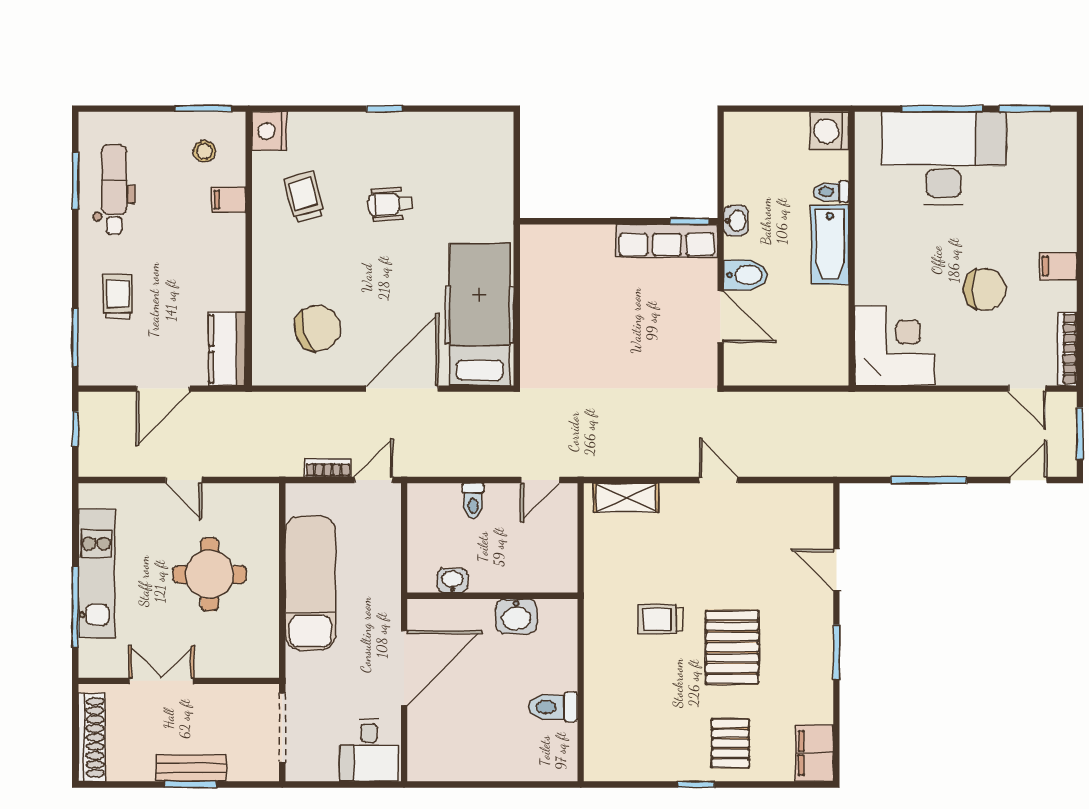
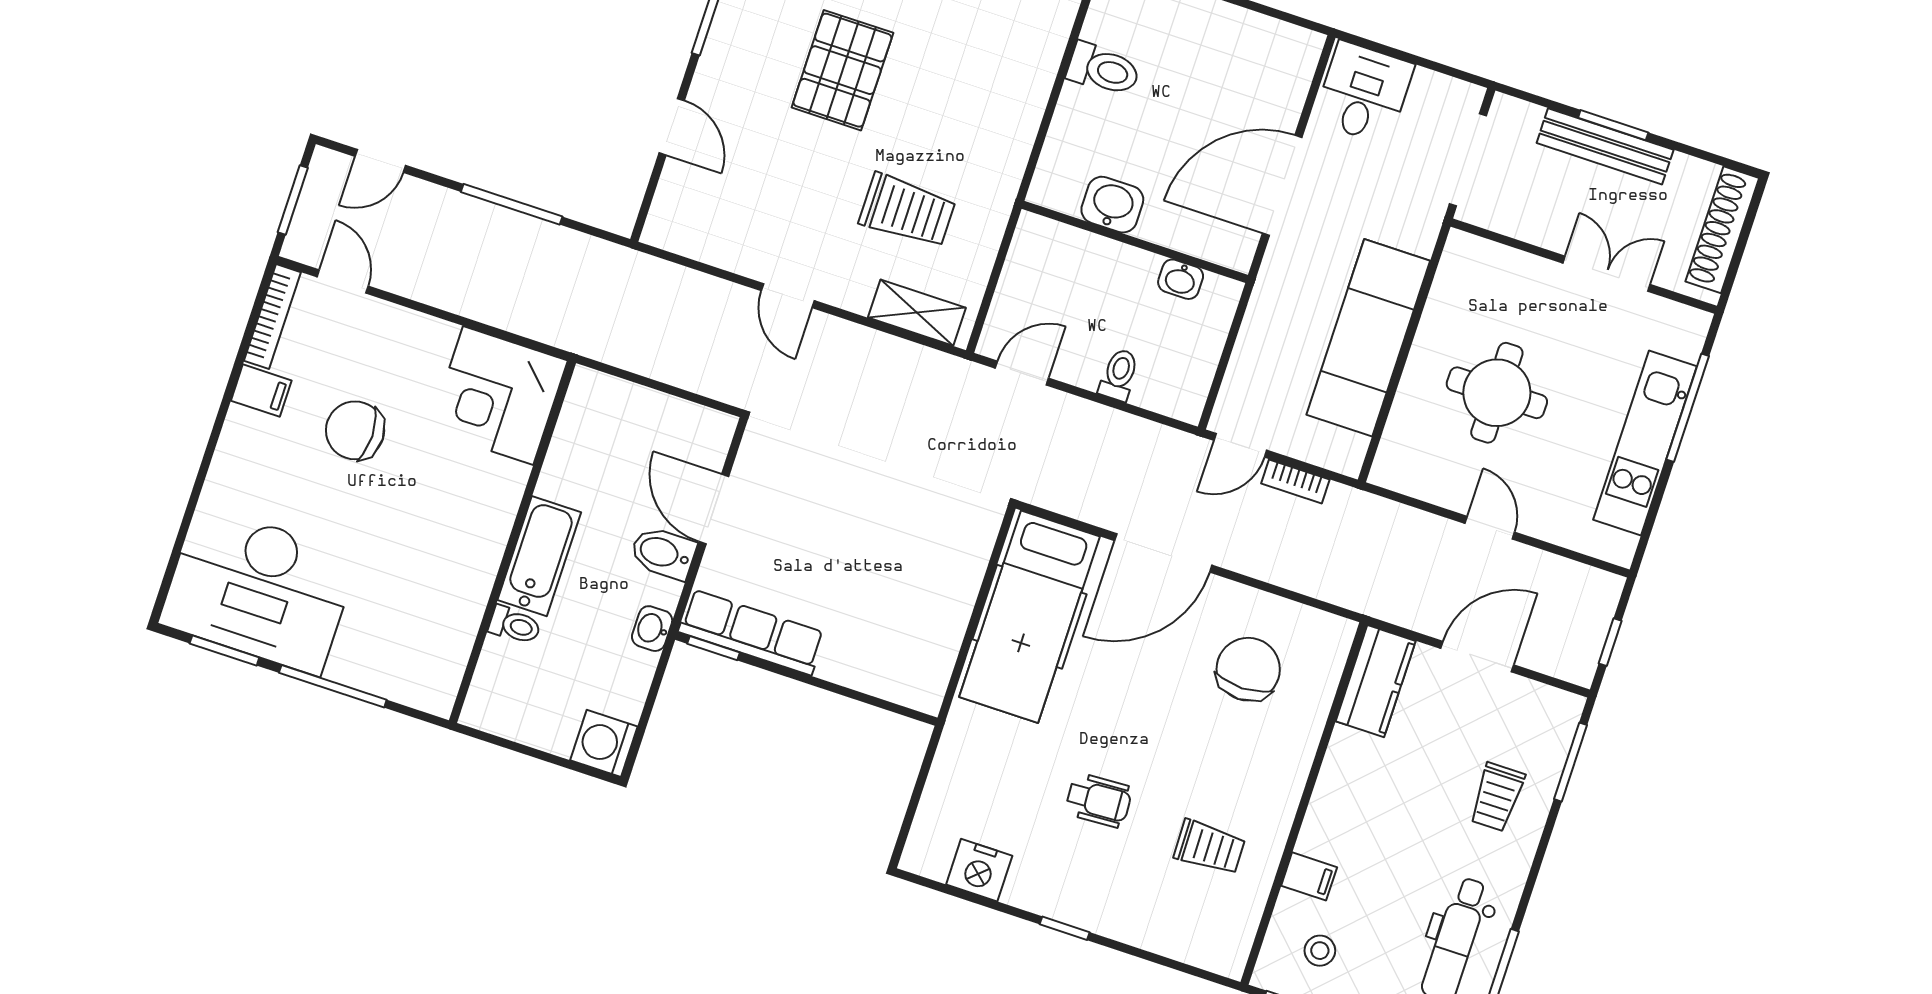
nightstand: (269, 131) -> (979, 870), moved, turned 90
washing machine: (829, 131) -> (604, 743), moved, turned 180
desk: (944, 158) -> (259, 590), moved
trolley: (304, 197) -> (1209, 847), turned -76
filing cabinet: (1058, 266) -> (261, 391), moved
chair: (318, 328) -> (1248, 669), turned 107
trolley: (660, 619) -> (907, 211), moved, width x1.36, depth x1.39
double door: (161, 681) -> (1606, 274), swing flipped
bench: (191, 768) -> (1605, 146), width x1.36

